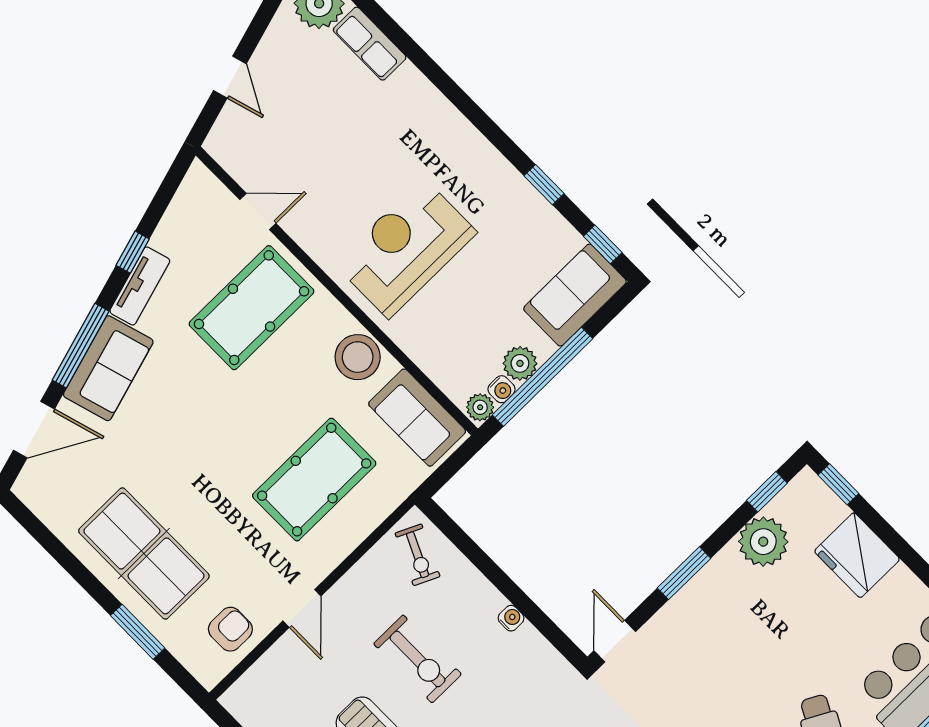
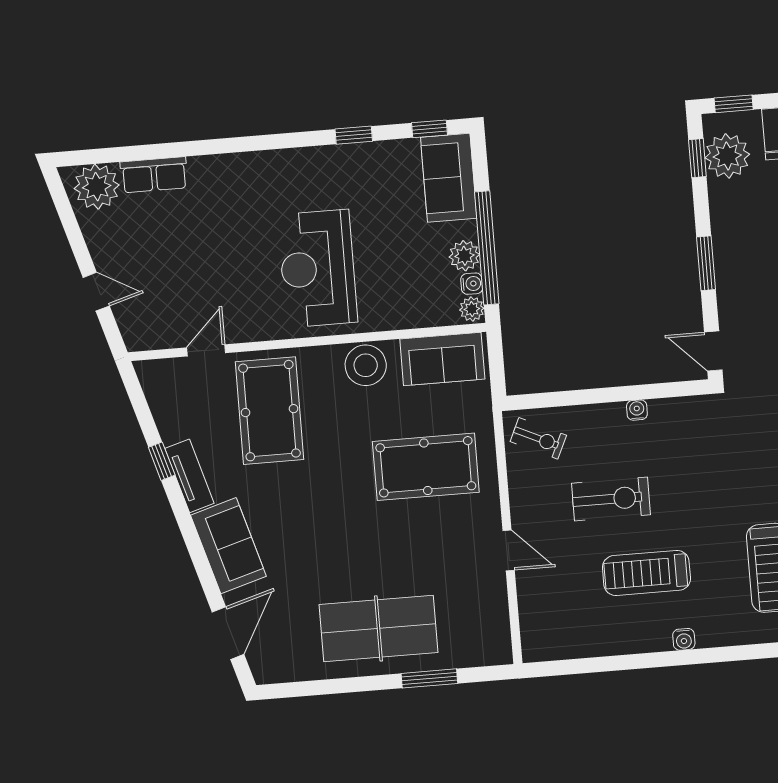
window: (81, 346) -> (197, 552), removed
pool table: (314, 480) -> (426, 467), turned 90
plant: (763, 542) -> (727, 156), moved
armchair: (230, 629) -> (481, 612), removed

